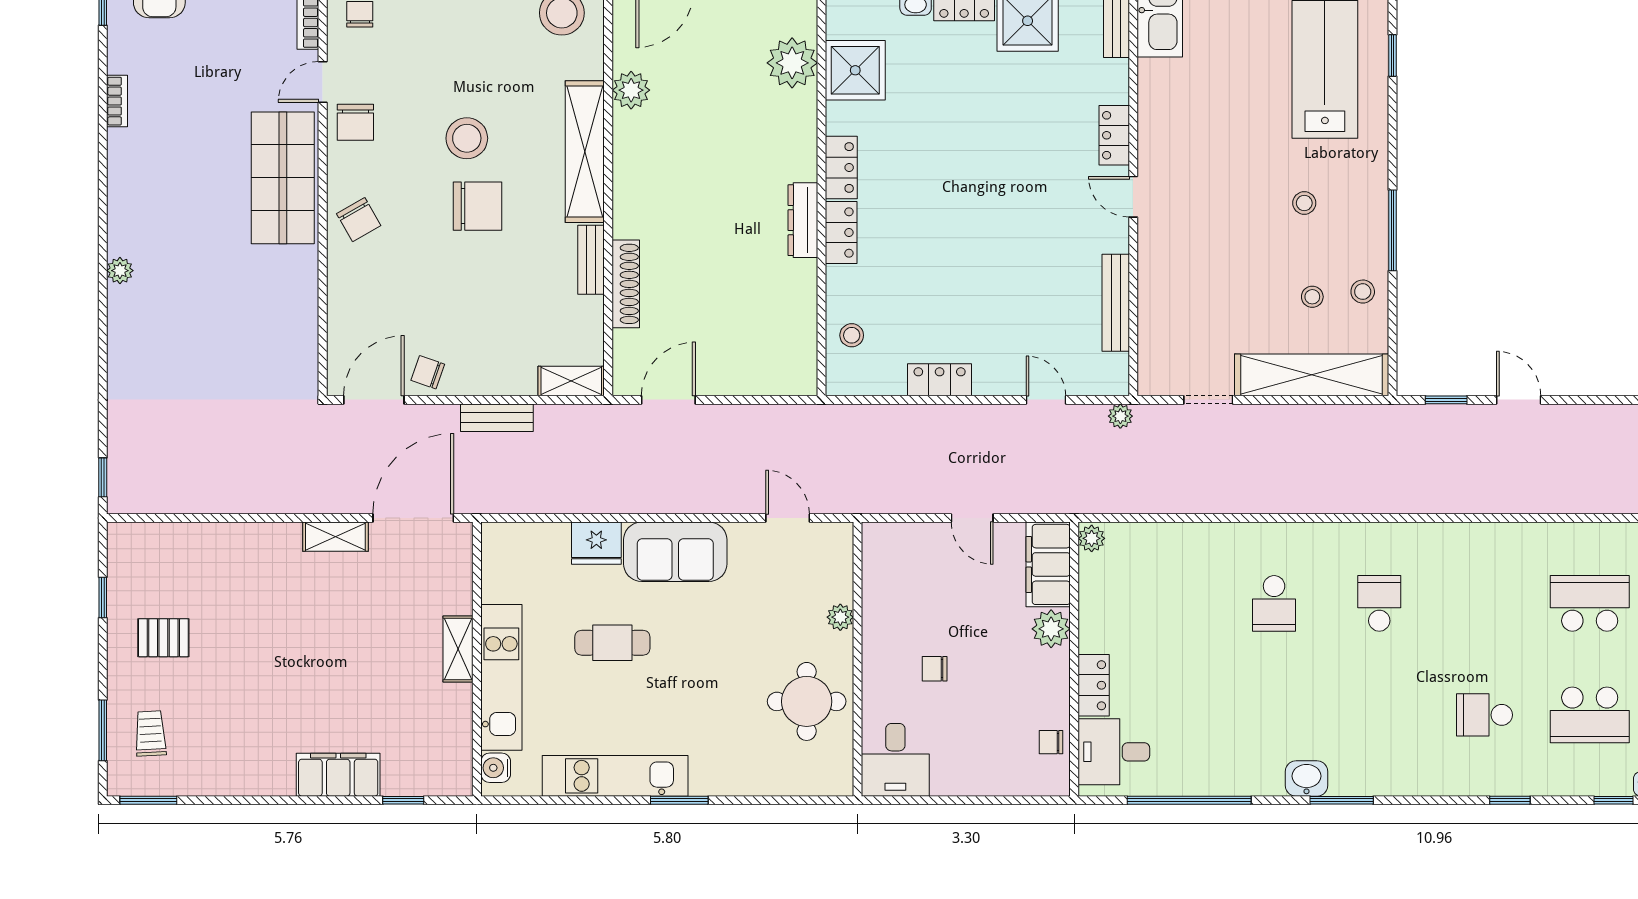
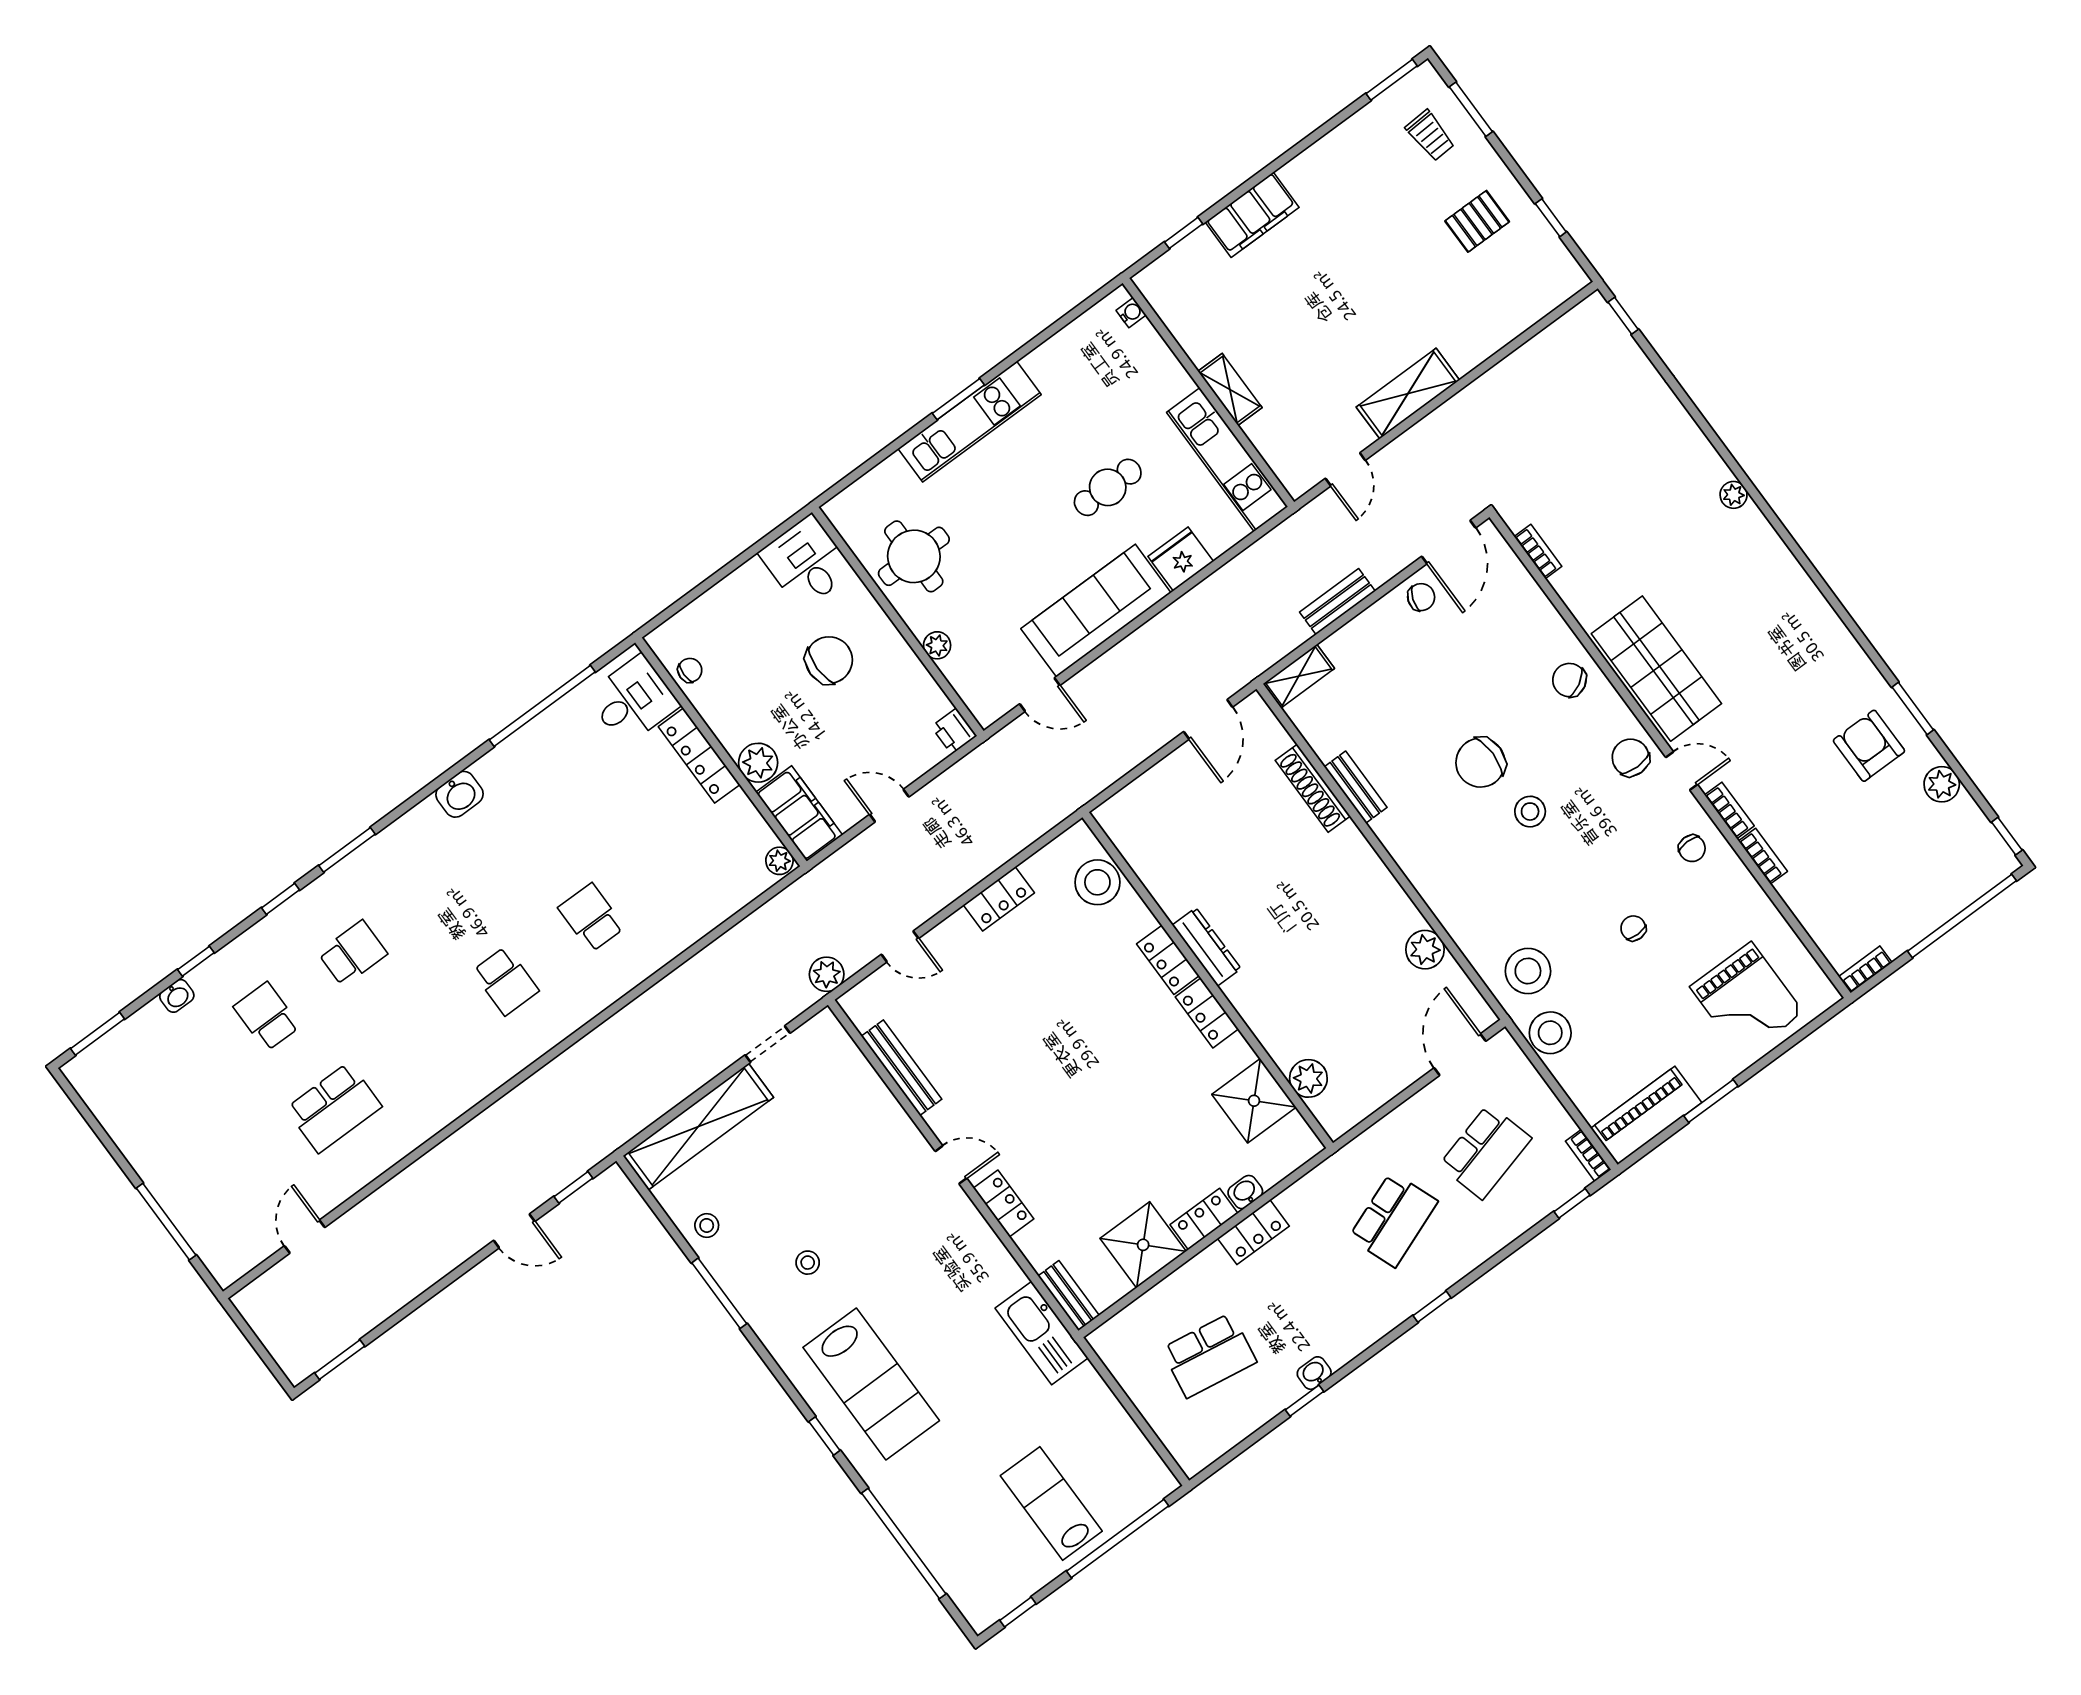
plant: (792, 63) -> (1308, 1078), width x0.73, depth x0.73
door: (323, 82) -> (1682, 771), hinge flipped
bookcase: (117, 101) -> (1538, 552), moved, turned 180
stool: (467, 138) -> (1530, 812), width x0.73, depth x0.73
shelving: (585, 152) -> (1426, 872), removed
stool: (1312, 297) -> (745, 1191), removed
stool: (852, 335) -> (1097, 882), width x1.89, depth x1.89
plant: (1120, 416) -> (827, 974), width x1.38, depth x1.38
door: (413, 518) -> (1345, 469), width x0.53
shelving: (335, 537) -> (1408, 394), width x1.50, depth x1.33
printer: (877, 539) -> (954, 731), added
sofa: (675, 552) -> (1096, 611), width x1.36
chair: (935, 669) -> (829, 660), width x1.87, depth x1.87
kitchen unit: (501, 677) -> (1227, 460), moved
locker: (1094, 685) -> (699, 756), width x1.53
school desk: (1590, 715) -> (267, 1017), width x0.54
water cooler: (496, 768) -> (1131, 313), width x0.72, depth x0.72
kitchen unit: (615, 776) -> (970, 422), moved
window: (1342, 800) -> (347, 850), moved

